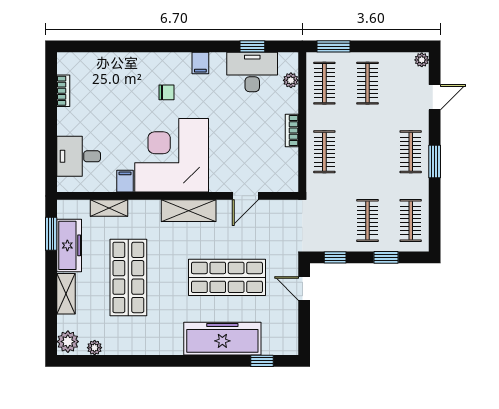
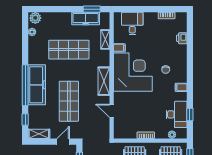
printer: (107, 62) -> (182, 38), added
shelving: (66, 294) -> (39, 134), moved
freezer: (222, 339) -> (37, 85), moved
window: (196, 361) -> (25, 85), added

